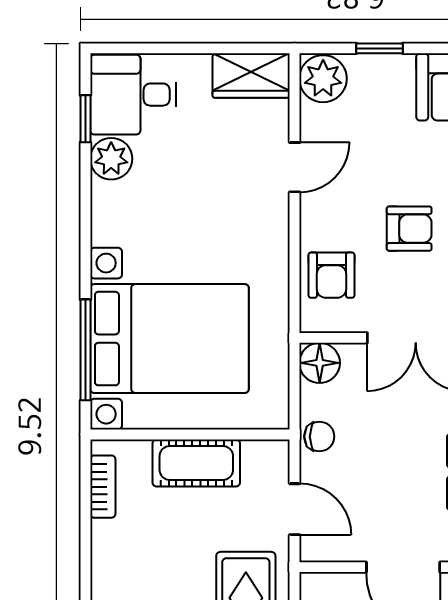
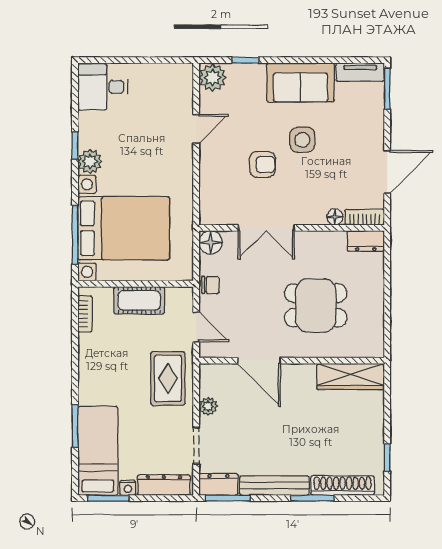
wardrobe: (251, 76) -> (171, 76), removed
window: (85, 119) -> (75, 146), moved
plant: (111, 159) -> (90, 161), moved
armchair: (331, 275) -> (218, 191), removed

